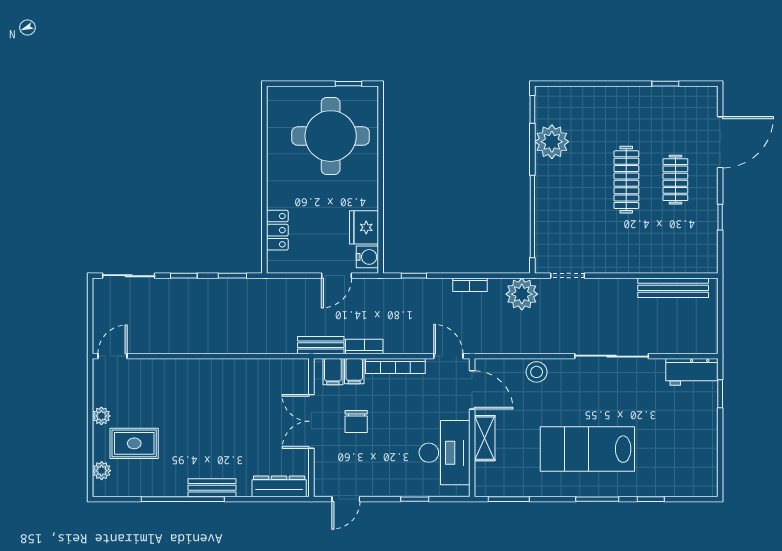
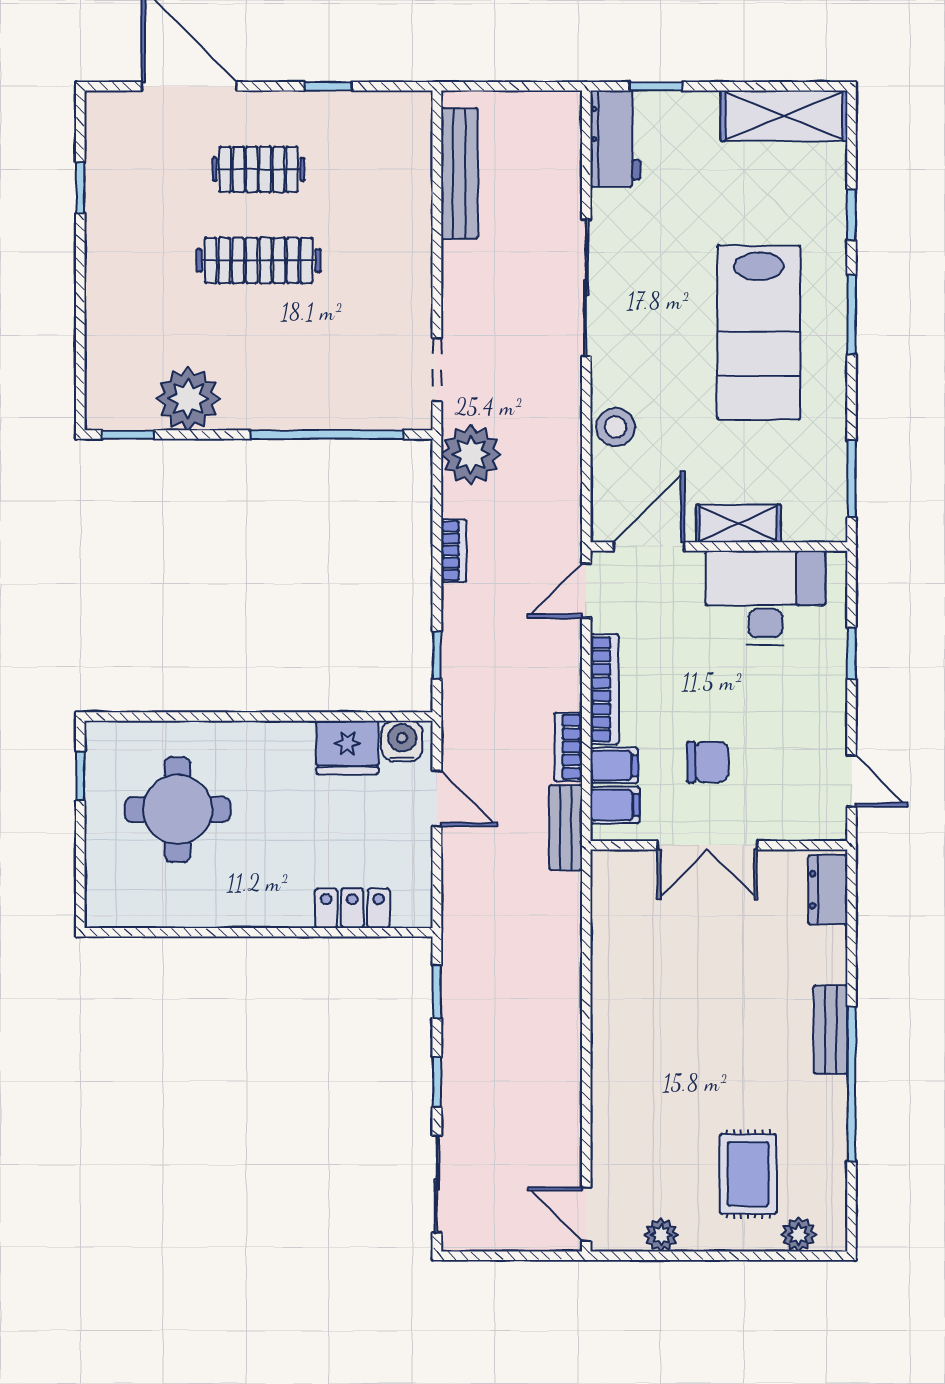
round table: (331, 136) -> (178, 809), width x0.73, depth x0.73
plant: (101, 416) -> (661, 1235), moved
shelving: (704, 463) -> (784, 116), added
dresser: (279, 486) -> (828, 890), width x0.70

